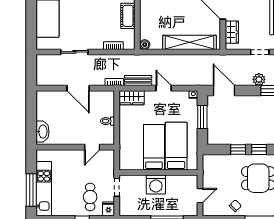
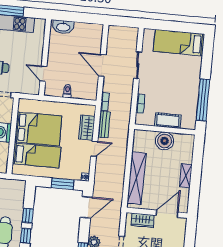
boiler: (145, 45) -> (165, 141), moved, width x1.86, depth x1.86
door: (78, 88) -> (102, 65), hinge flipped
wardrobe: (132, 98) -> (87, 128), moved
bed: (154, 147) -> (38, 129), width x1.50

